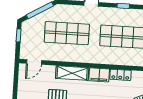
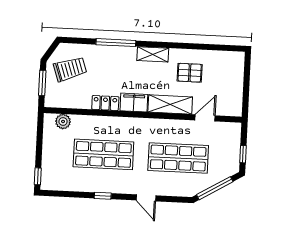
door: (34, 62) -> (205, 118), moved

